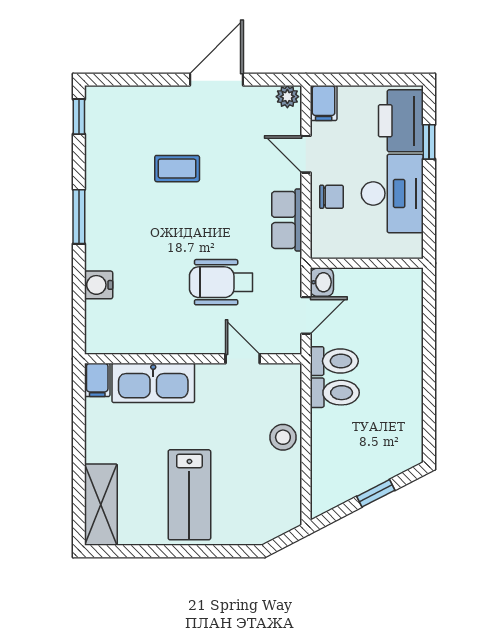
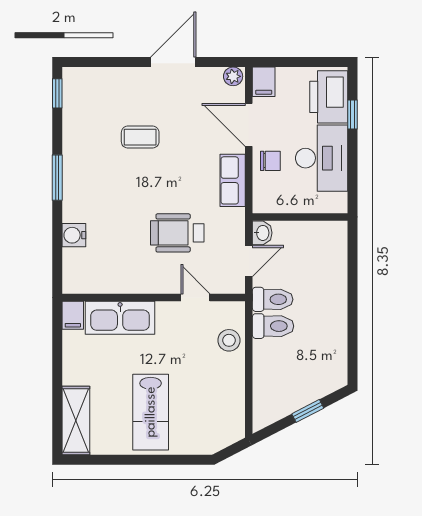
door: (306, 154) -> (249, 125), width x1.38
stool: (283, 437) -> (229, 340), moved

